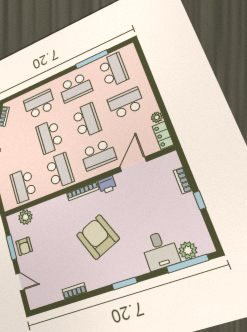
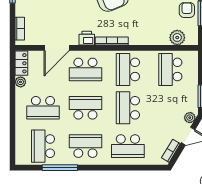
school desk: (87, 120) -> (85, 108), turned 90
school desk: (49, 137) -> (128, 108), turned 180
school desk: (98, 155) -> (85, 69), turned 180
bookcase: (183, 181) -> (20, 29), moved
school desk: (23, 186) -> (170, 69), turned 180

